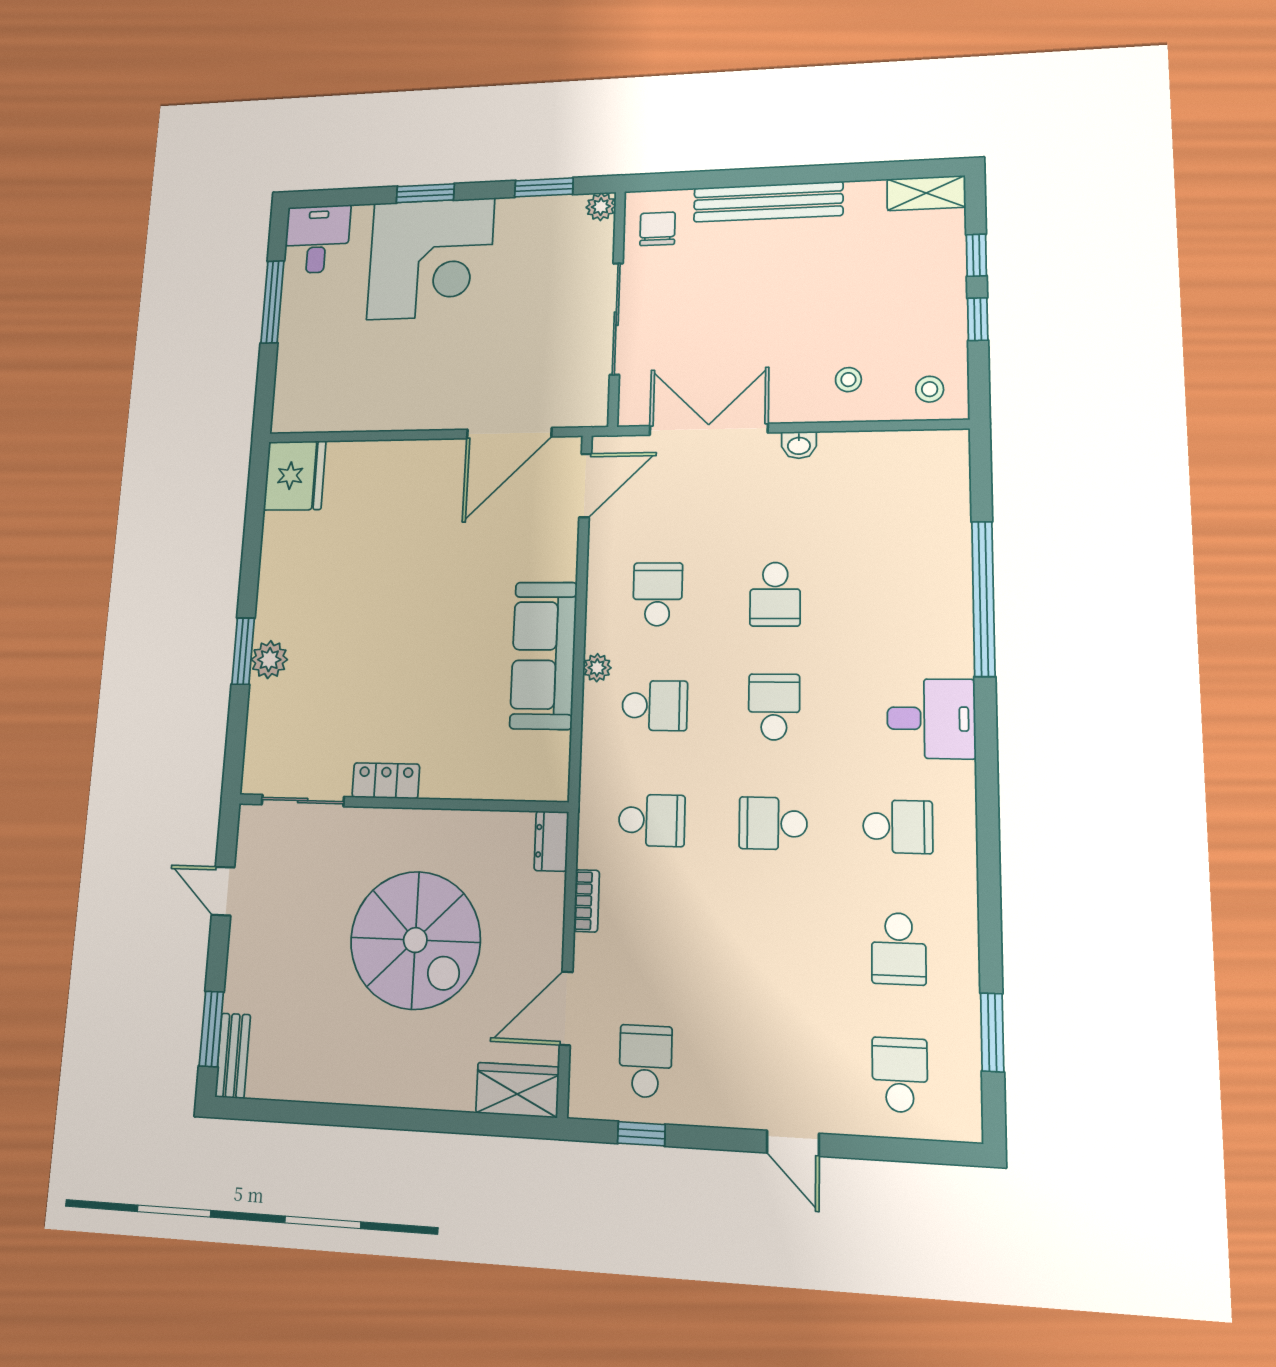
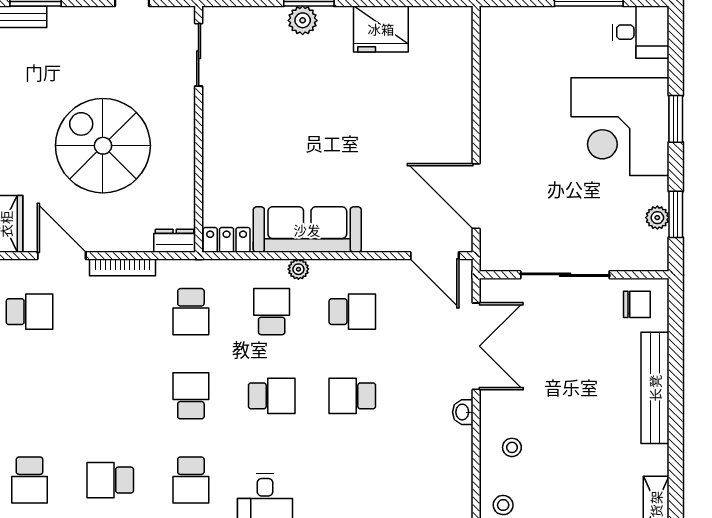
plant: (601, 207) -> (657, 218), moved
fridge: (295, 476) -> (381, 29), moved
school desk: (655, 705) -> (272, 312), turned 180
locker: (386, 781) -> (227, 240), moved, turned -90
bookcase: (587, 901) -> (122, 267), width x1.56
spiral stairs: (415, 940) -> (103, 146), turned 90
school desk: (900, 1075) -> (30, 480), turned 90

